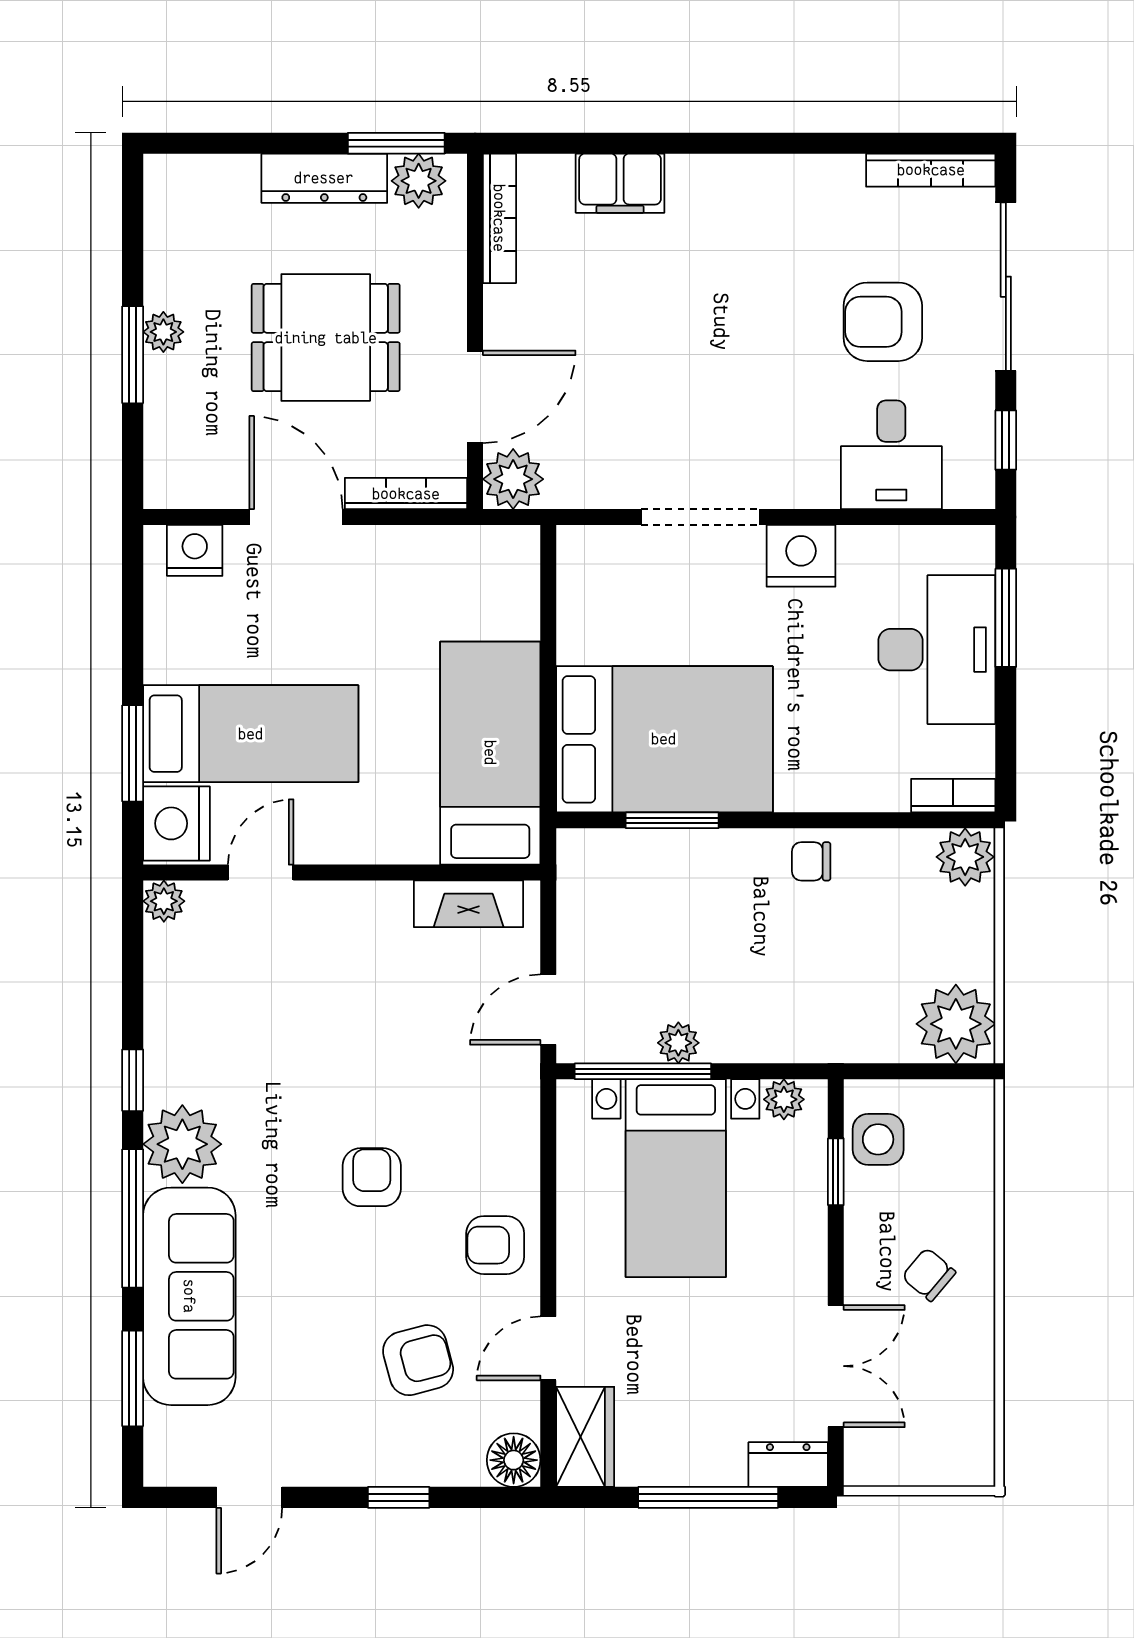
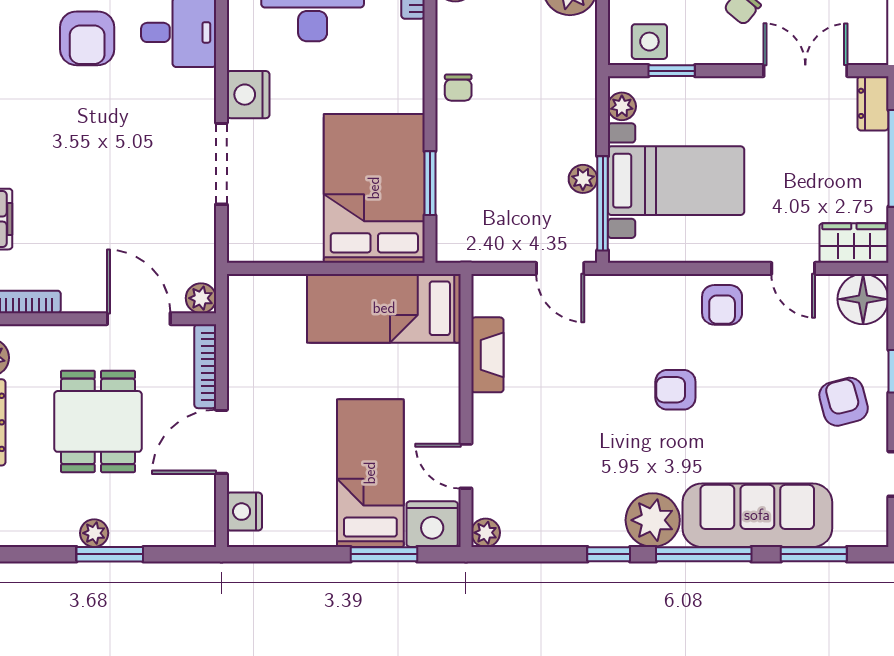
plant: (513, 479) -> (201, 298), width x0.73, depth x0.73
fireplace: (469, 904) -> (487, 355), moved
armchair: (418, 1360) -> (844, 402), moved
floor lamp: (514, 1460) -> (863, 299), width x1.38, depth x1.38

